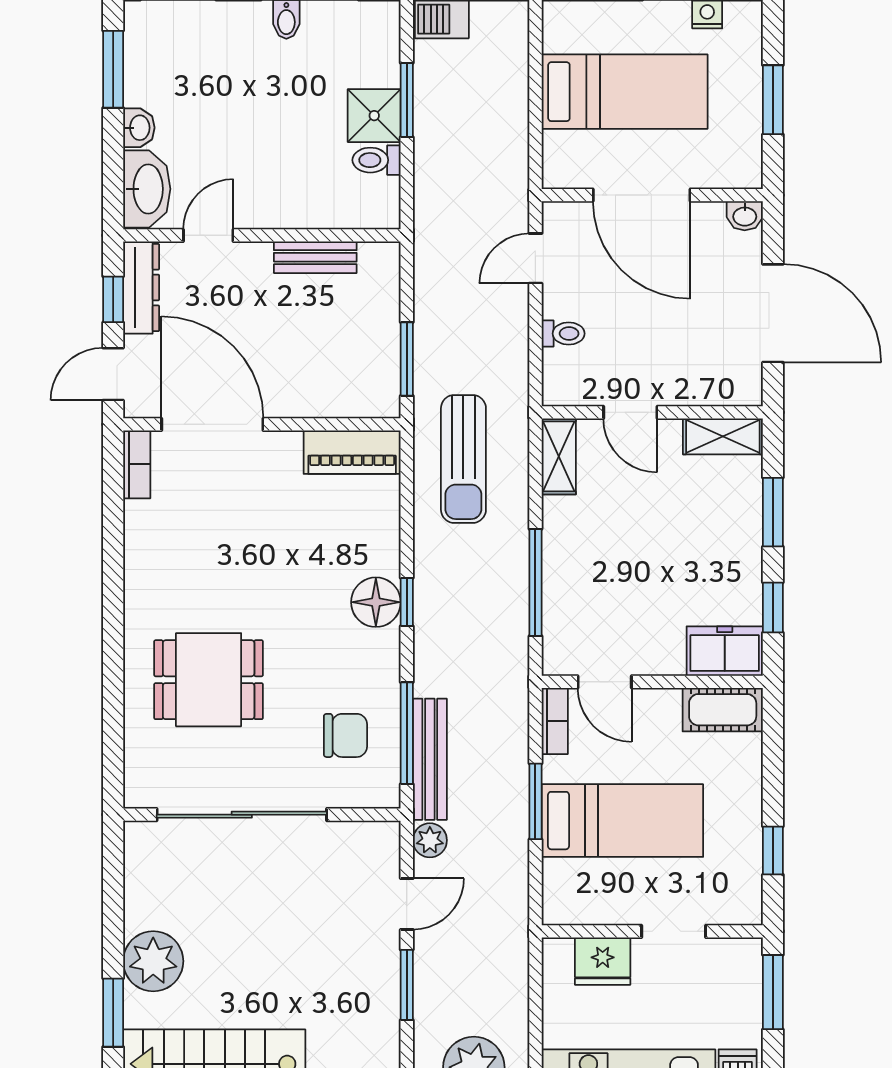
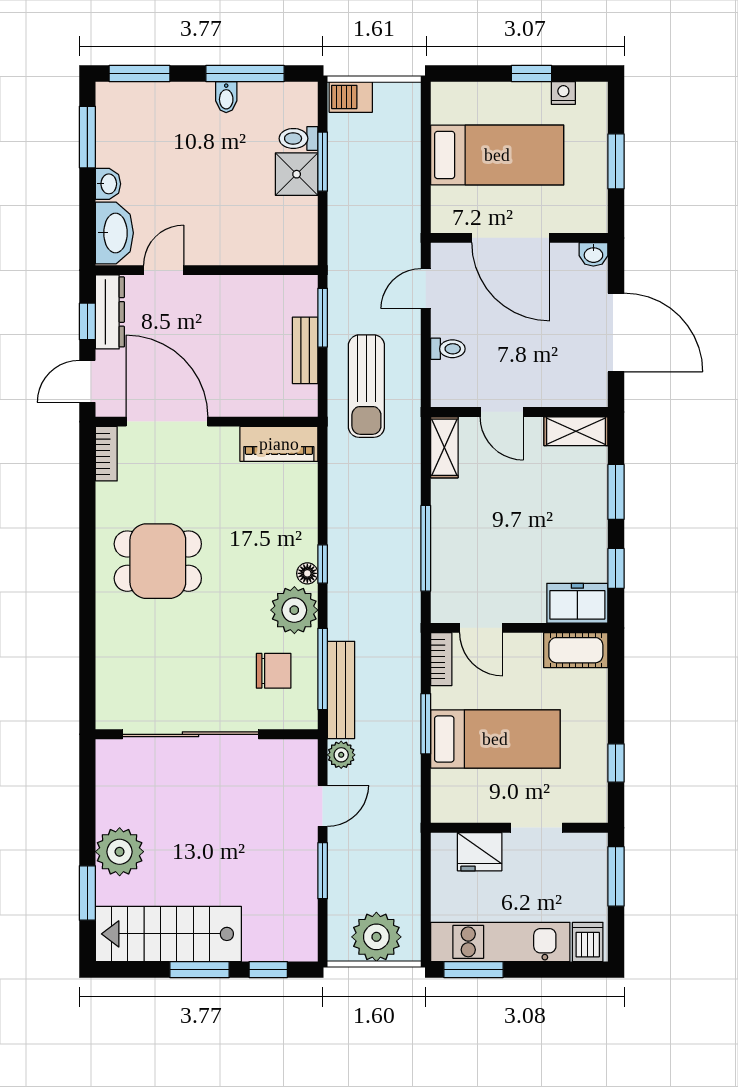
toilet: (377, 160) -> (298, 138), moved
bench: (315, 257) -> (305, 350), moved, turned 90
window: (407, 359) -> (323, 318), moved
sun lounger: (463, 459) -> (366, 386), moved
floor lamp: (376, 602) -> (307, 573), width x0.53, depth x0.53
plant: (371, 660) -> (294, 610), added
dining table: (209, 680) -> (158, 561), moved

